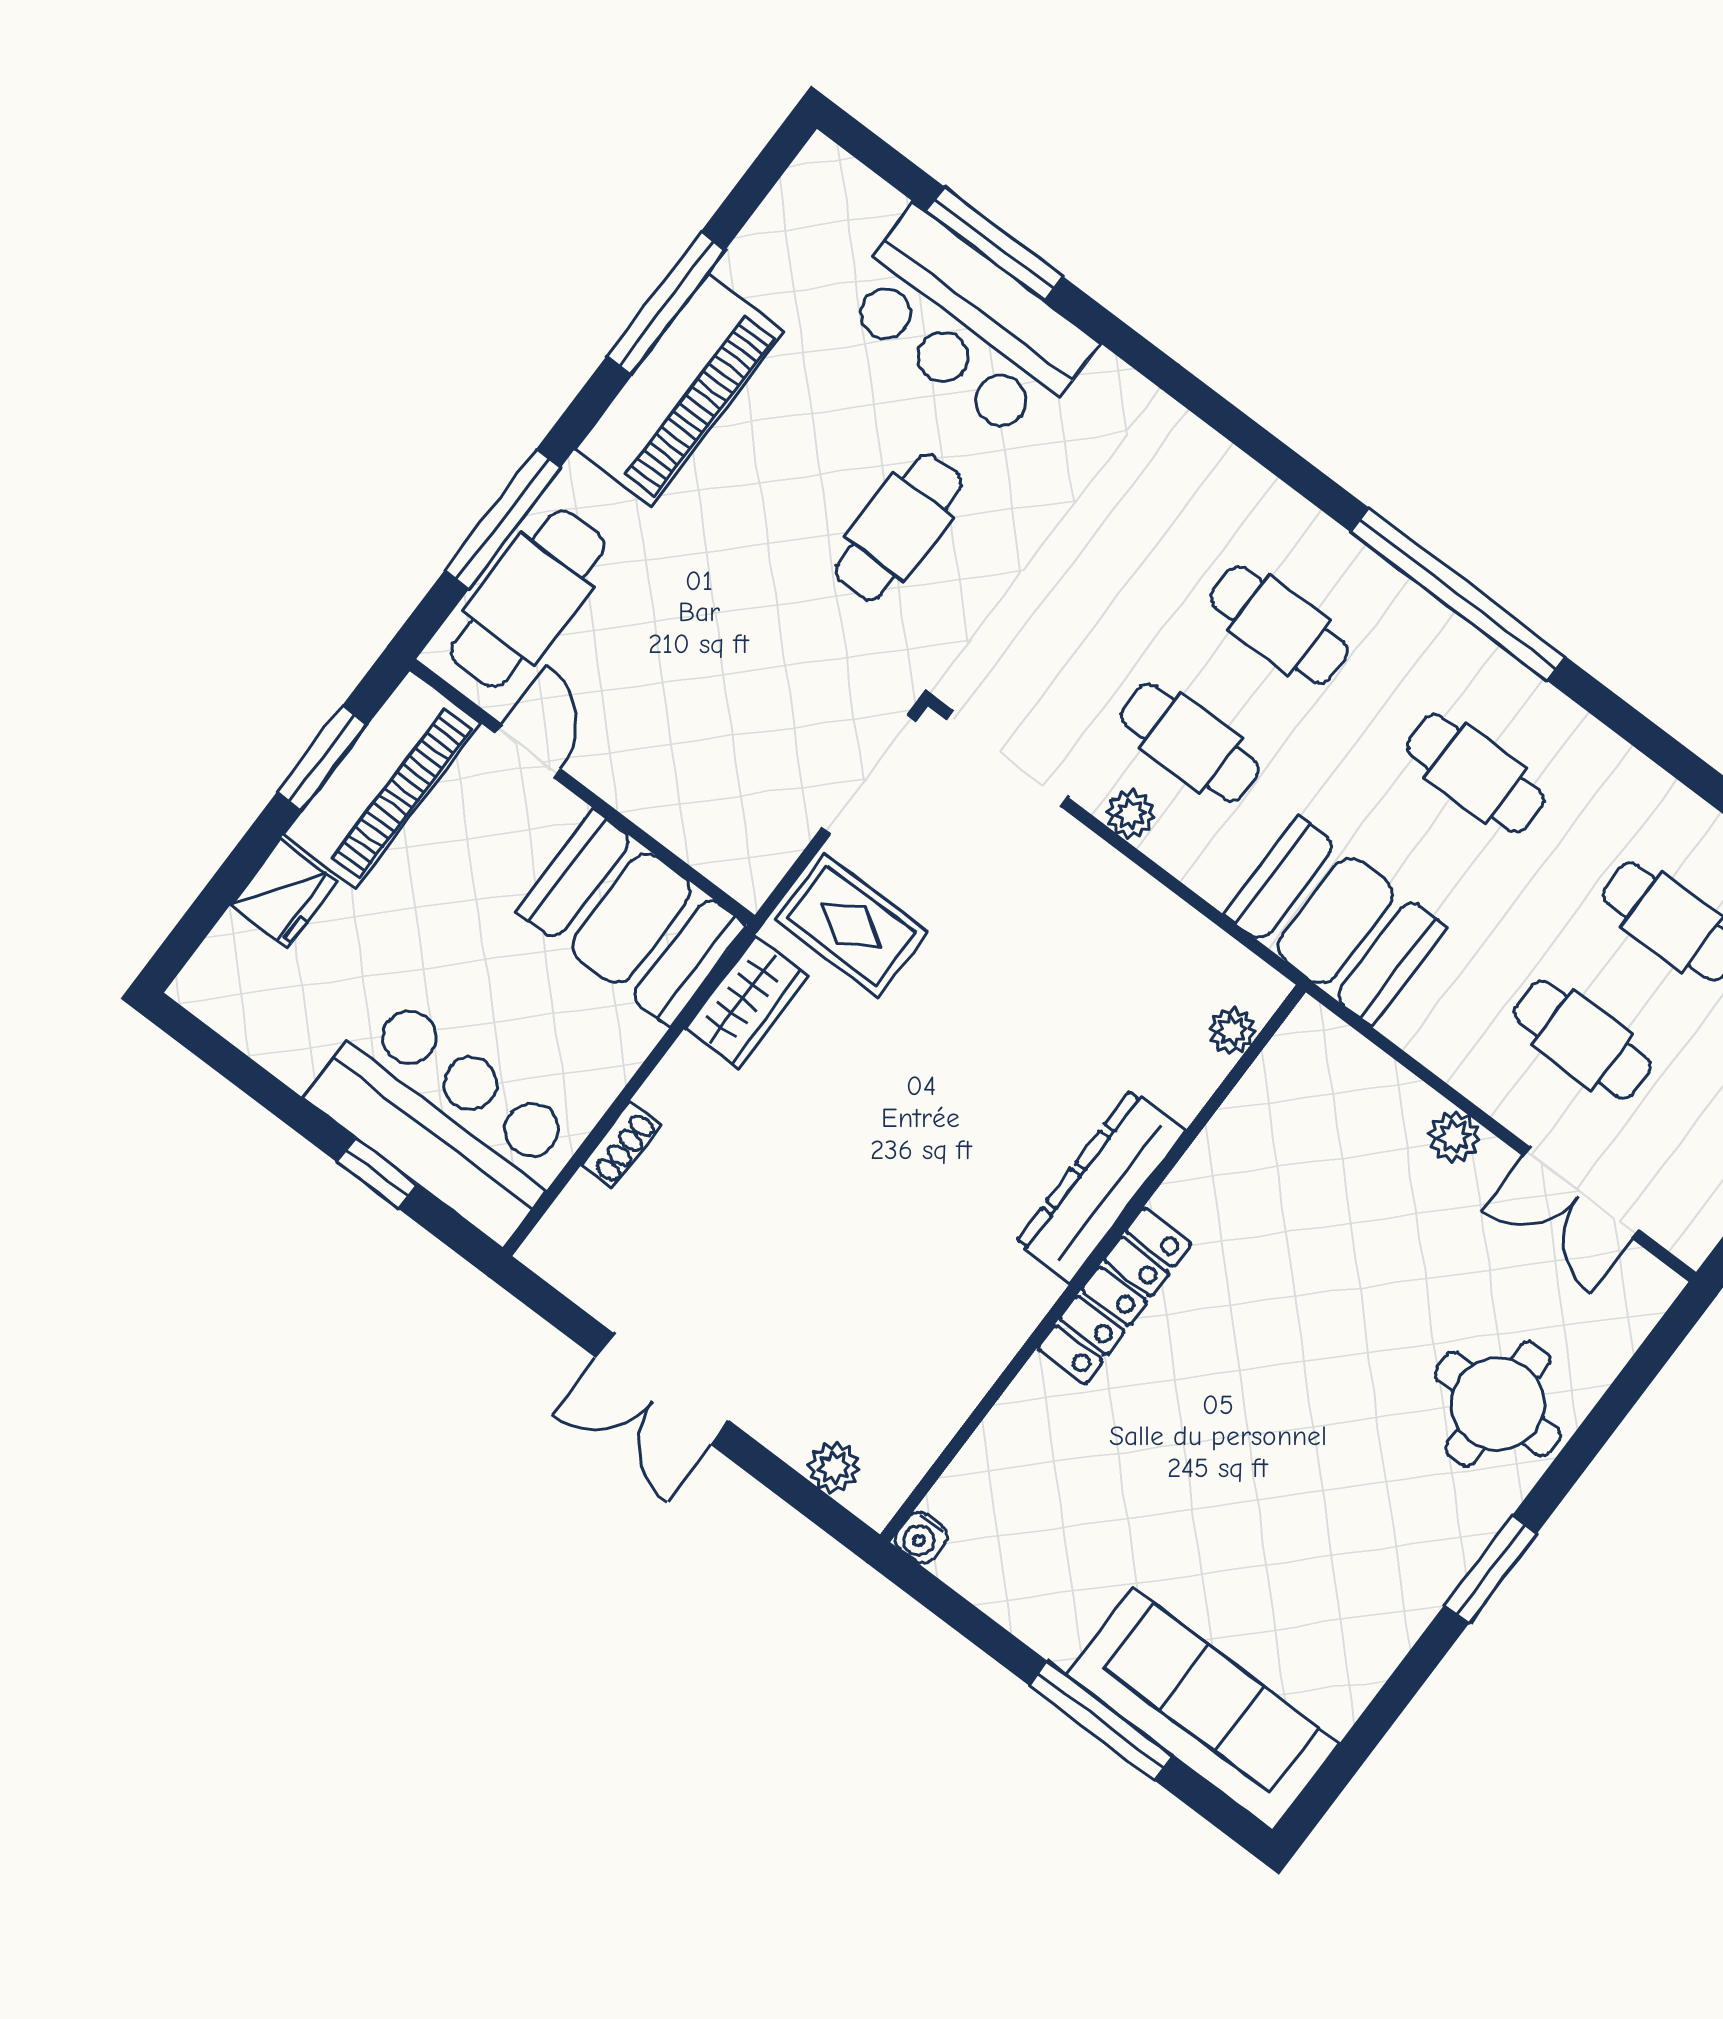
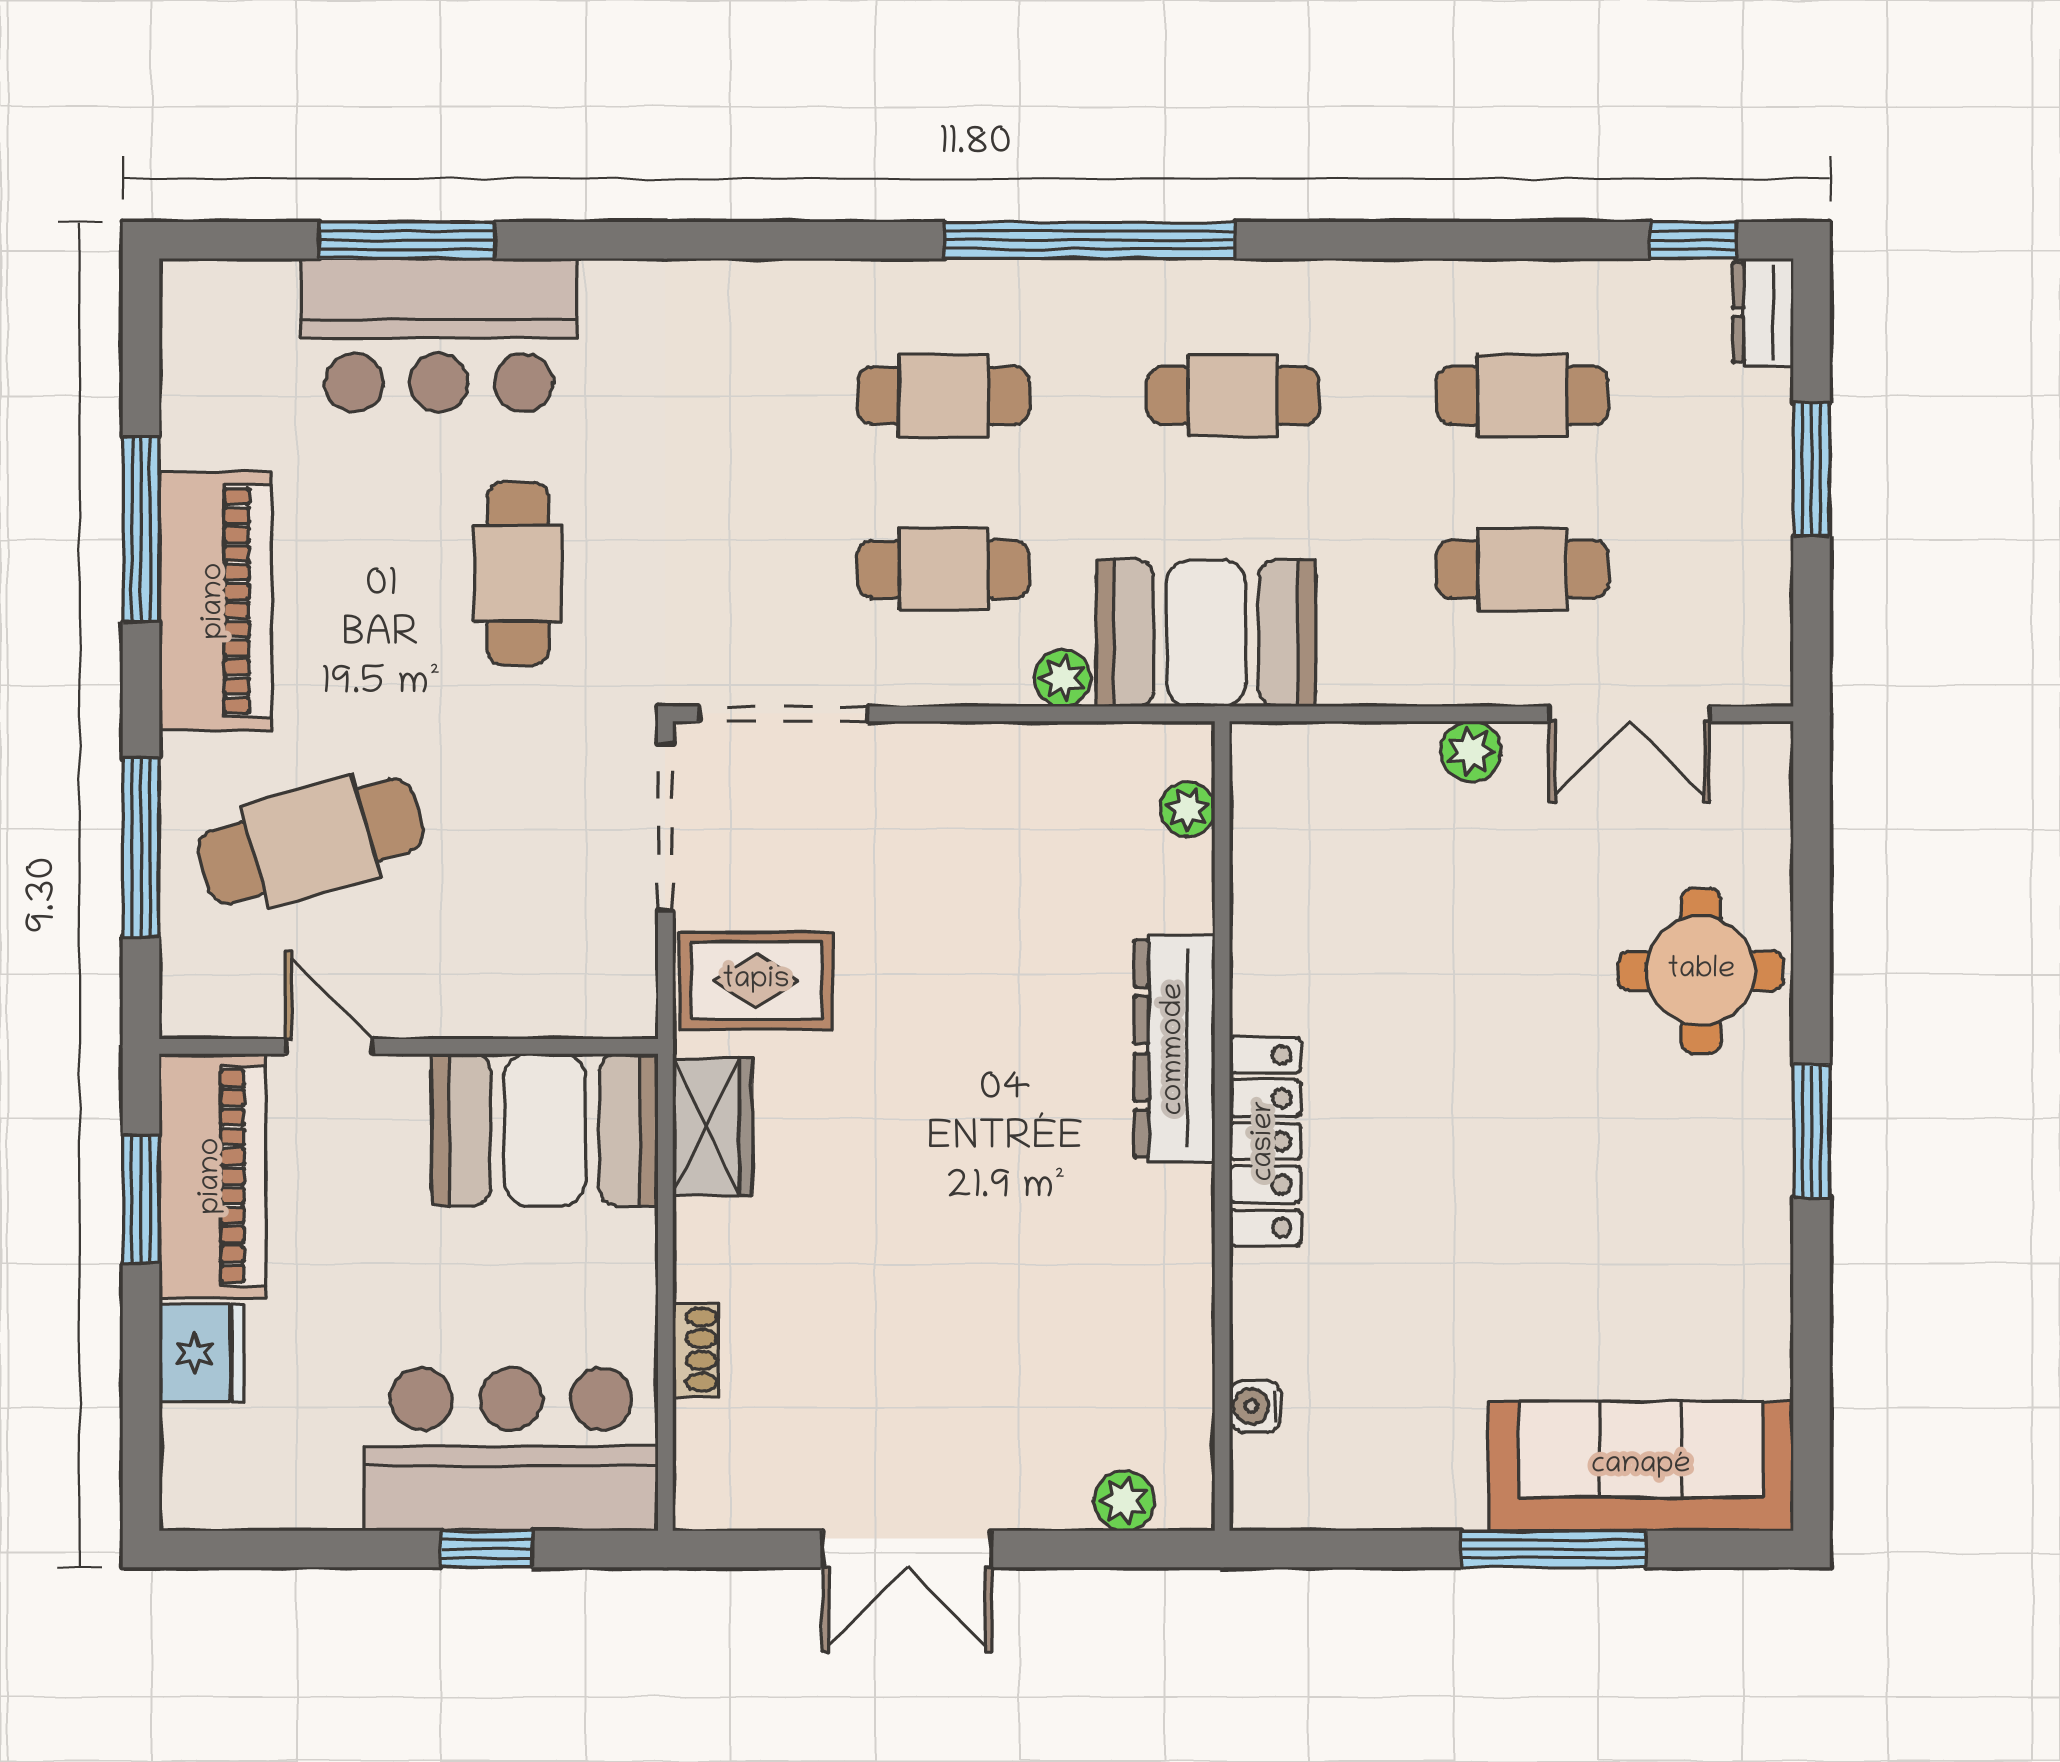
cafe table: (528, 599) -> (311, 841), moved, turned 74
plant: (1130, 814) -> (1062, 678), moved
water cooler: (921, 1538) -> (1255, 1406), moved, turned 90

